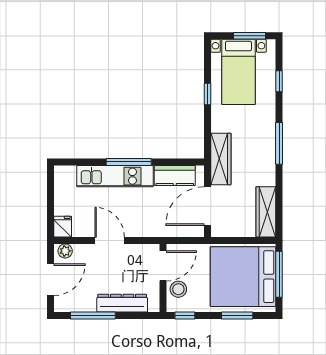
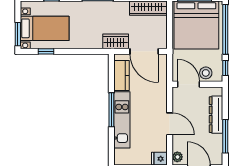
window: (249, 36) -> (18, 34), moved
window: (207, 94) -> (46, 51), moved
wardrobe: (221, 159) -> (116, 41), width x0.67
door: (110, 240) -> (170, 124), swing flipped
window: (237, 316) -> (225, 29), width x2.11

